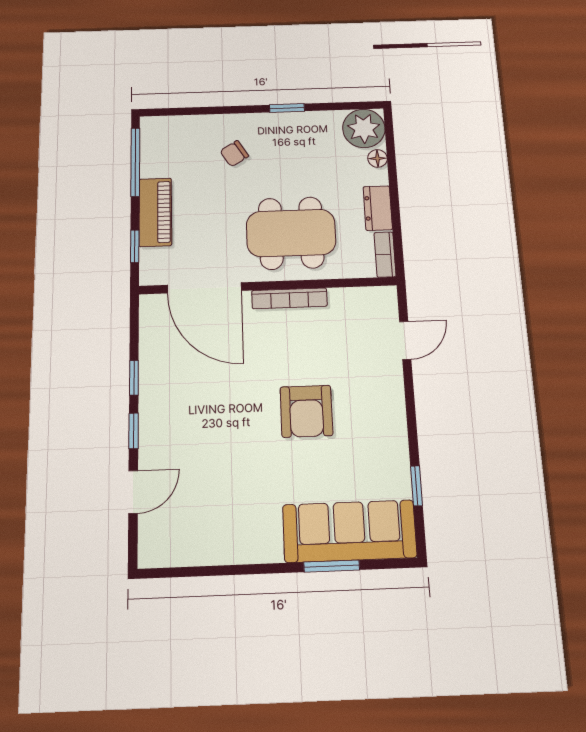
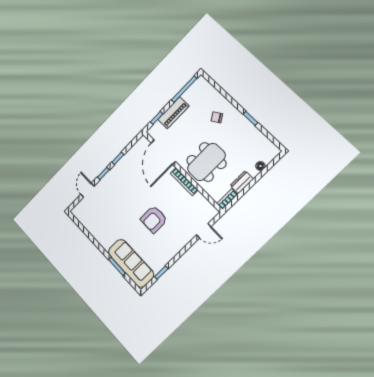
plant: (364, 128) -> (268, 151), removed
dining table: (291, 233) -> (206, 162), turned 90
door: (133, 492) -> (87, 190), swing flipped

